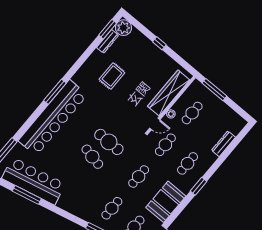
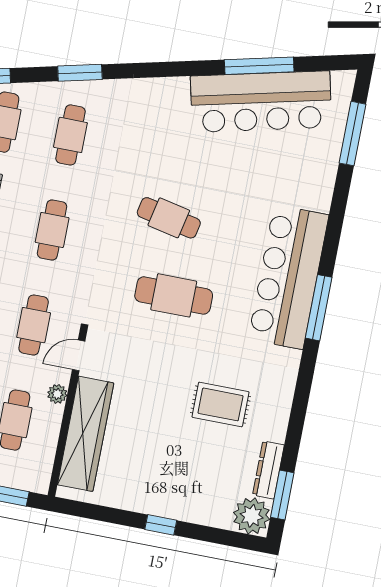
rug: (112, 76) -> (220, 404), turned 90
bar counter: (53, 118) -> (288, 277), width x0.73
cafe table: (109, 142) -> (174, 295), moved

